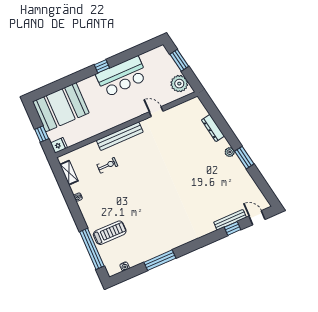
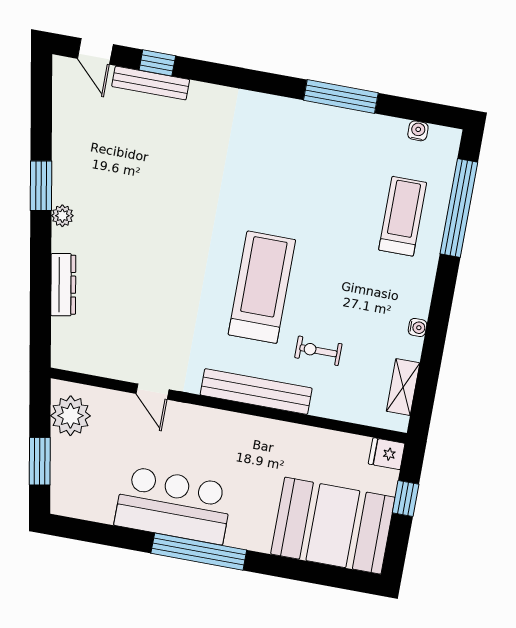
window: (102, 66) -> (199, 552), width x3.17
treadmill: (142, 174) -> (262, 287), added
treadmill: (110, 233) -> (403, 216), turned 90

